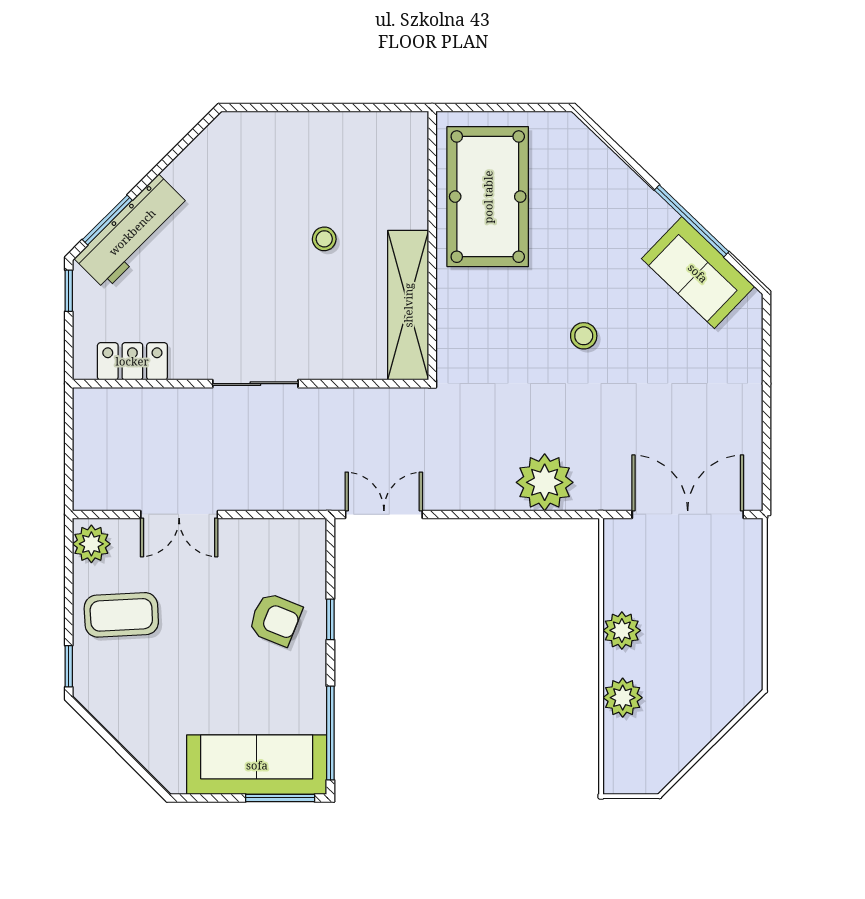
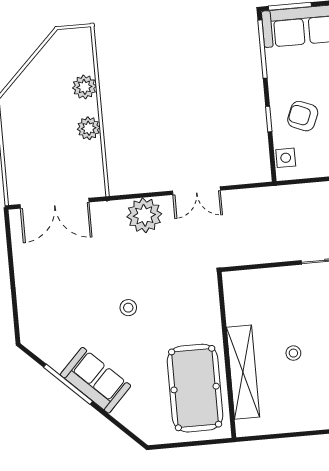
sofa: (698, 273) -> (96, 380), moved
shelving: (408, 305) -> (243, 372), moved
double door: (384, 514) -> (196, 191), moved
side table: (309, 555) -> (286, 158), added

